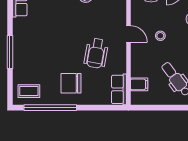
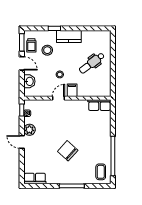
wheelchair: (96, 53) -> (73, 122), removed
chair: (71, 83) -> (68, 151), moved, turned 132
filing cabinet: (139, 84) -> (72, 90), moved

